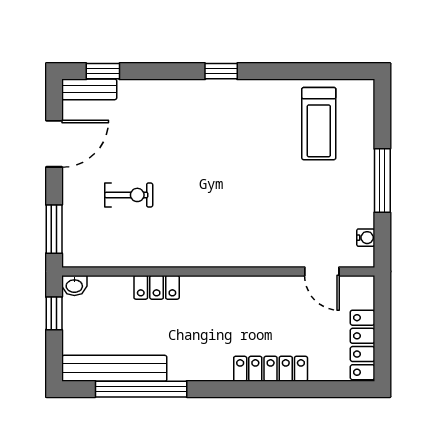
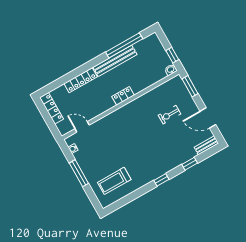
window: (103, 71) -> (190, 164), moved
treadmill: (319, 124) -> (114, 181), turned -90
door: (54, 144) -> (208, 118), hinge flipped
locker: (157, 287) -> (123, 96), moved
bench: (114, 368) -> (115, 61), moved

